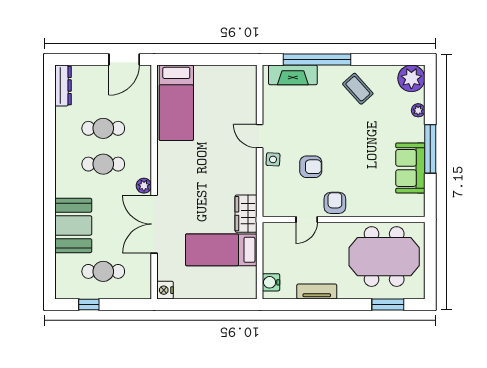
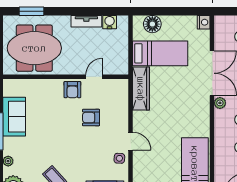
side table: (273, 159) -> (119, 158), moved
wardrobe: (246, 214) -> (141, 89), width x1.50
water cooler: (271, 282) -> (110, 22), moved, turned -90
floor lamp: (231, 288) -> (152, 24), added

